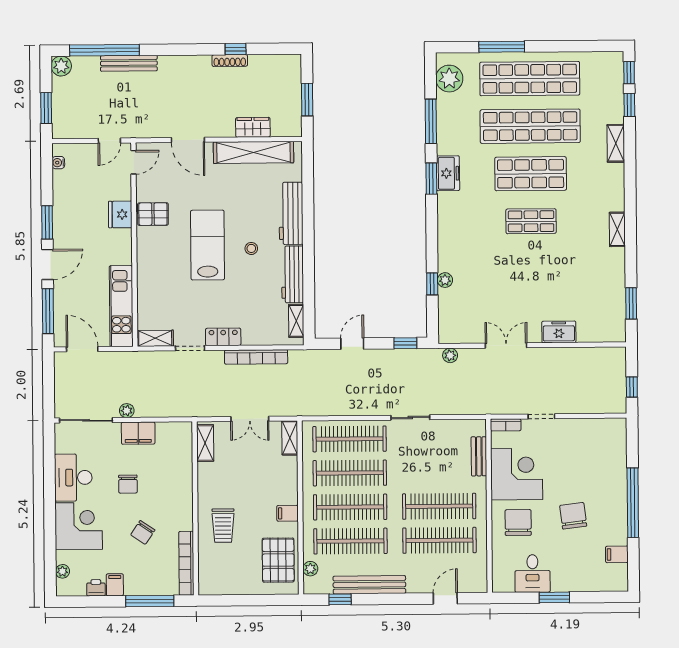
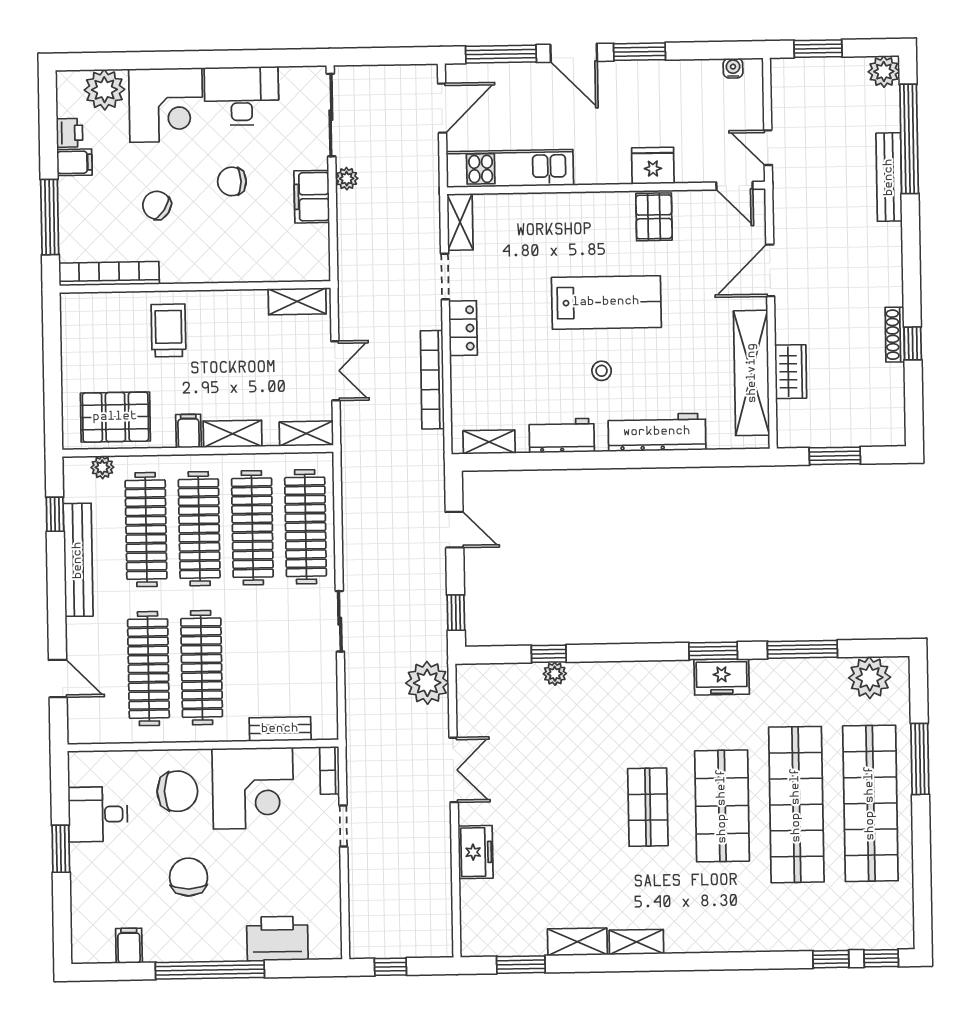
shelving: (616, 143) -> (577, 942), moved
workbench: (293, 274) -> (562, 436), width x0.73
plant: (450, 355) -> (427, 683), width x1.87, depth x1.87
double door: (250, 419) -> (335, 371), swing flipped
printer: (613, 459) -> (277, 939), added
shelving: (290, 485) -> (233, 434), added
chair: (573, 516) -> (189, 877), turned -83
trolley: (223, 526) -> (168, 331), turned 90
plant: (62, 571) -> (104, 90), width x1.88, depth x1.88

